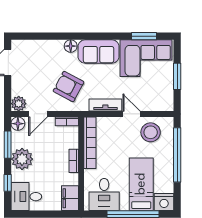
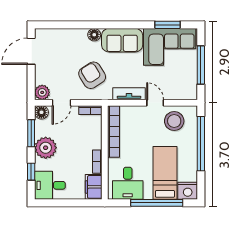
window: (177, 76) -> (201, 65), width x1.44
armchair: (69, 87) -> (92, 75), turned 30
bookcase: (74, 161) -> (97, 162), moved

